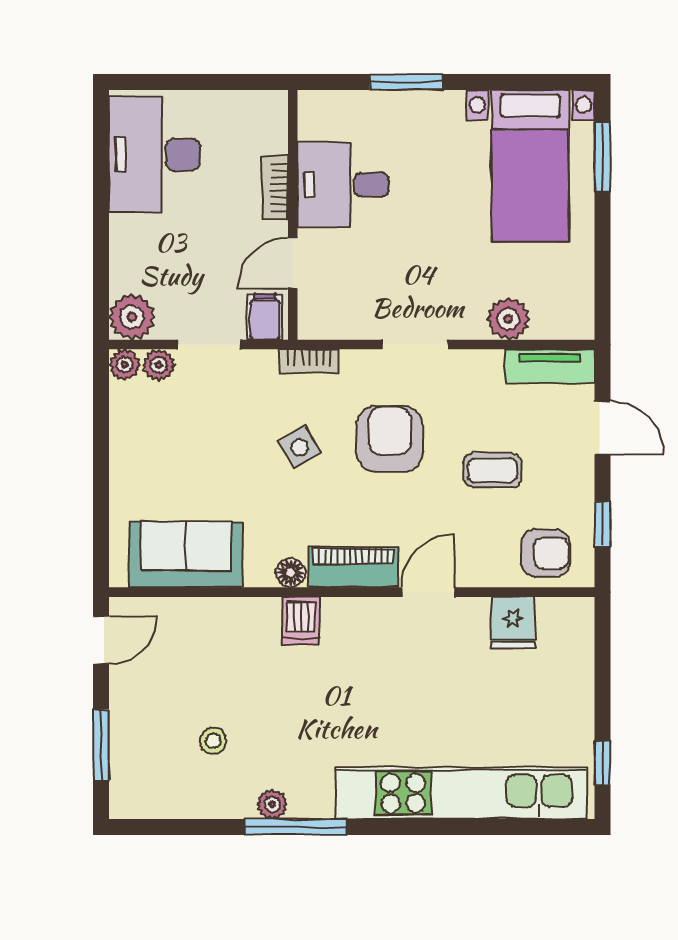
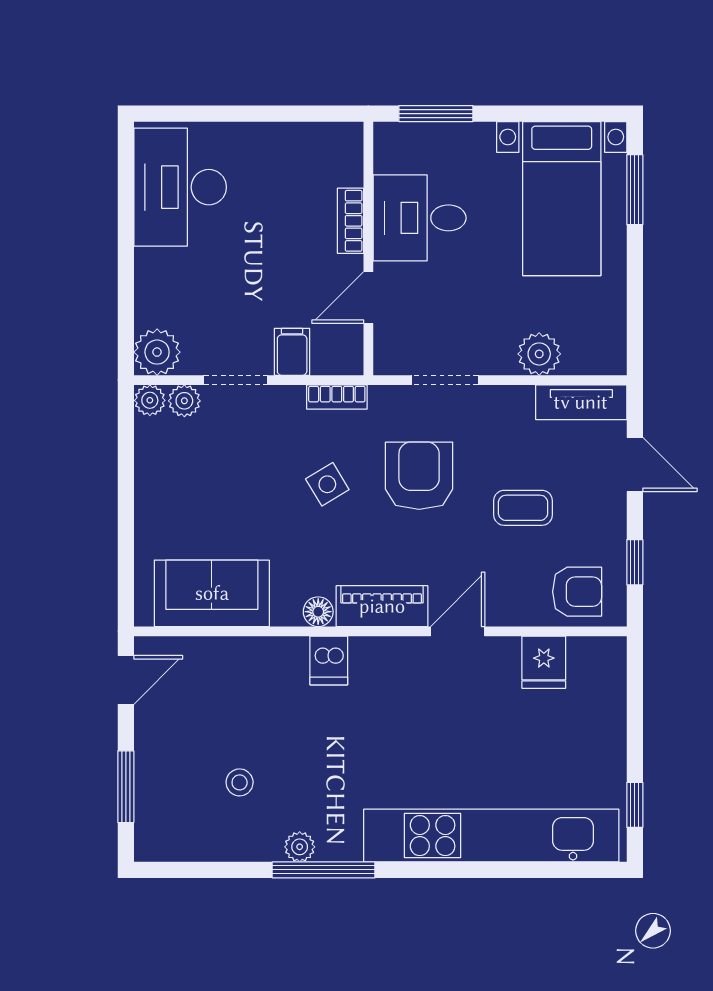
desk: (343, 185) -> (420, 218), moved
bookcase: (275, 188) -> (350, 221), moved
wall: (293, 215) -> (368, 248), moved
door: (293, 263) -> (368, 298), moved

